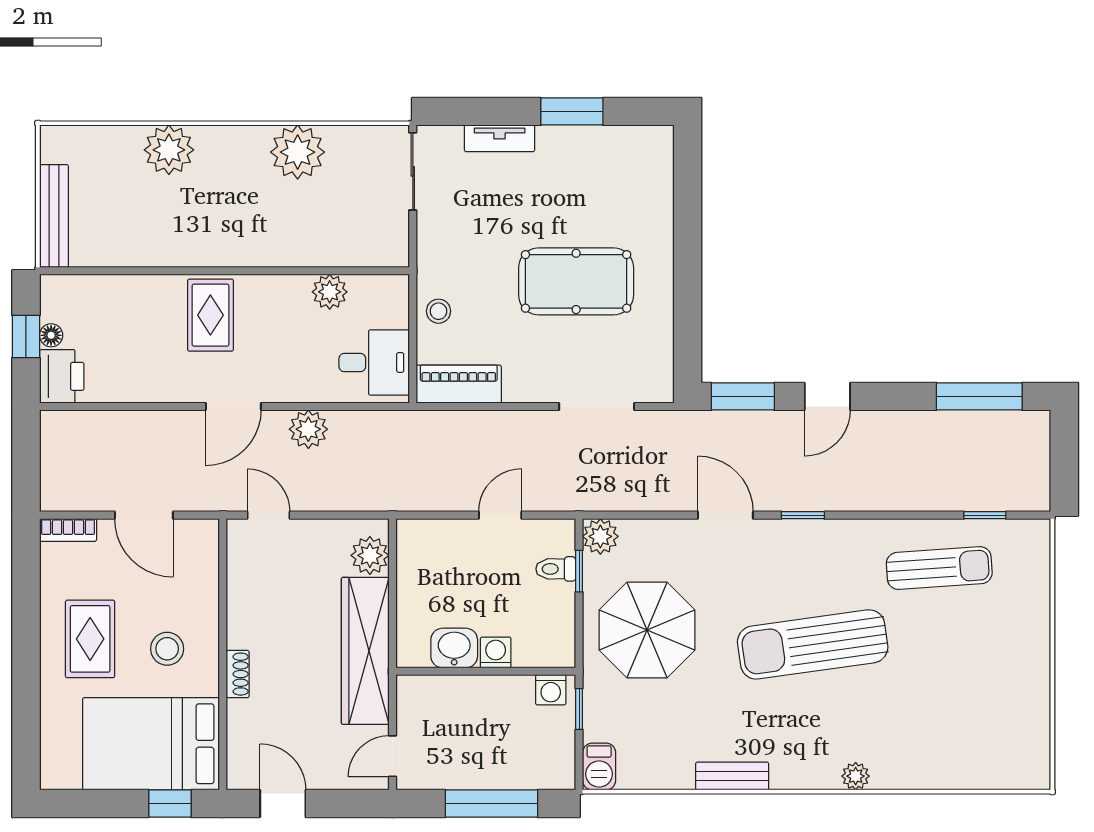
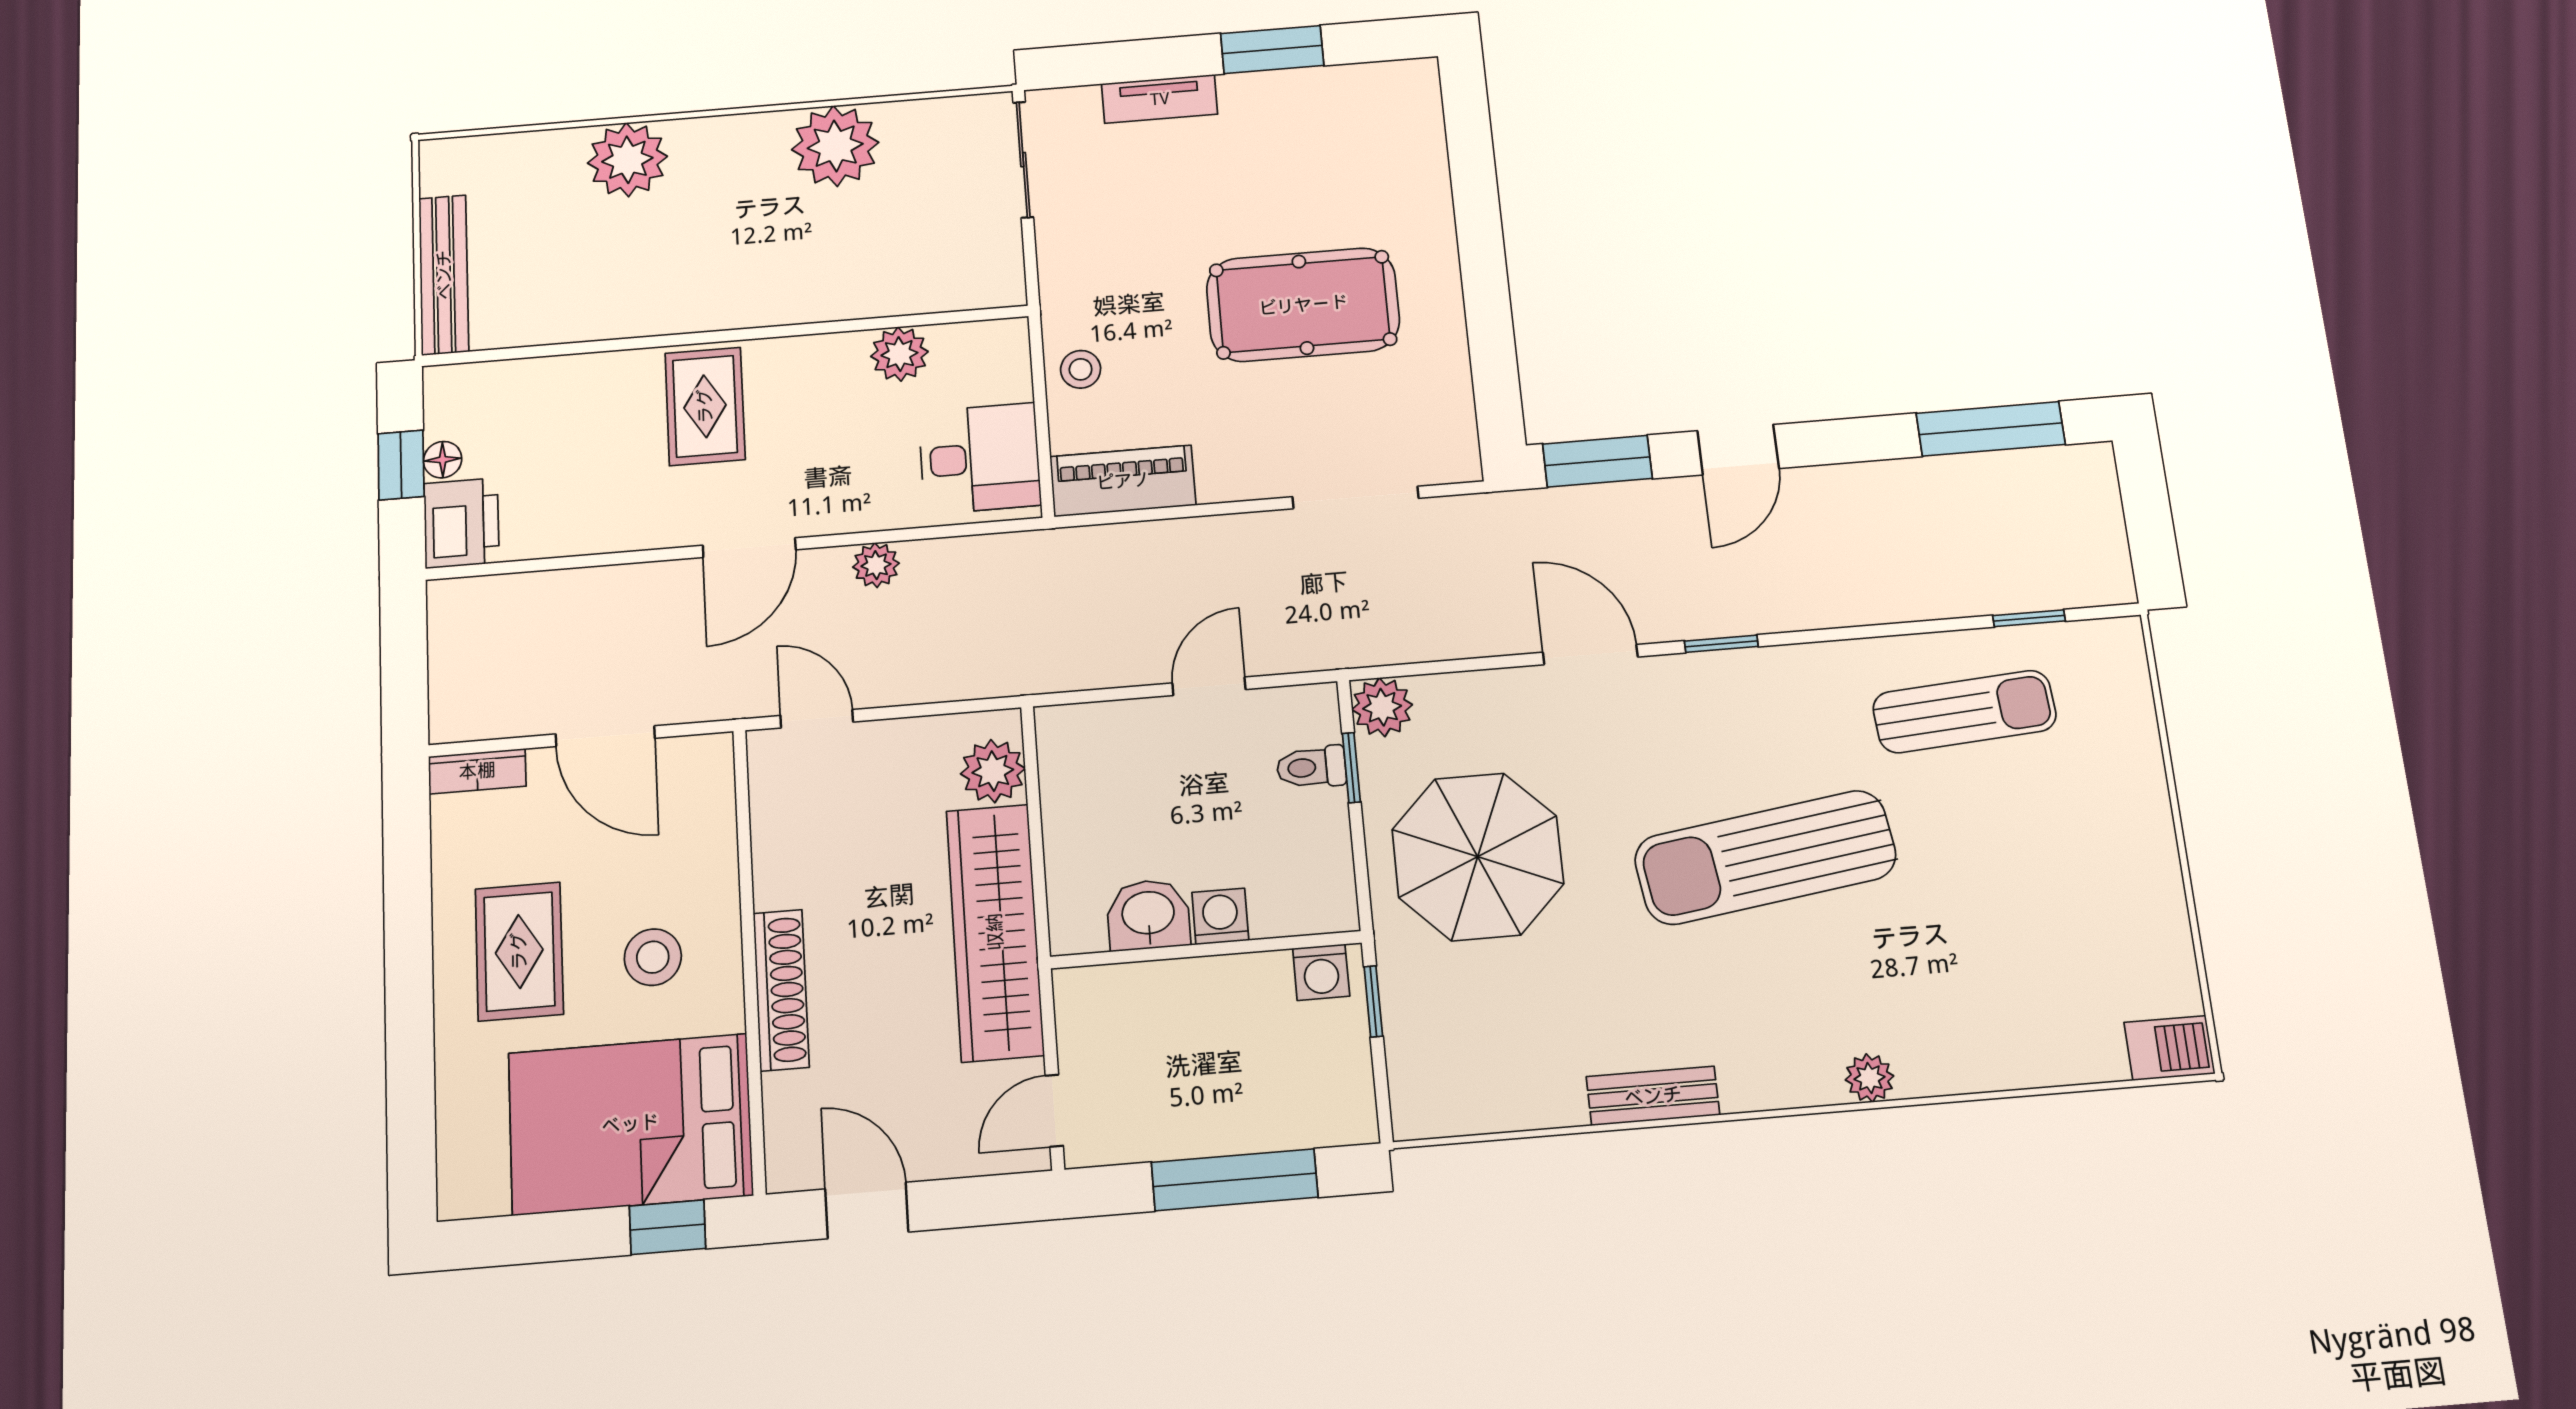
plant: (308, 429) -> (876, 565), width x0.73, depth x0.73
shoe rack: (238, 674) -> (781, 990), width x1.94, depth x1.24
barbecue: (599, 767) -> (2169, 1048), moved, turned -90

